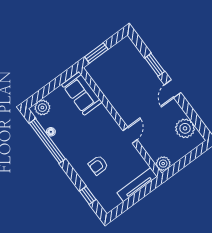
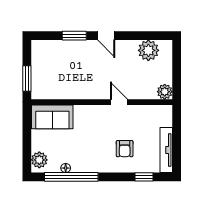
tv unit: (137, 185) -> (166, 150), moved

